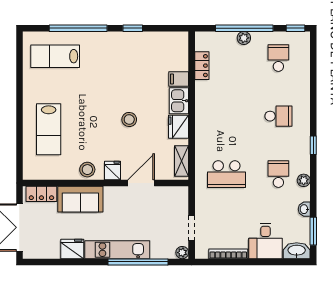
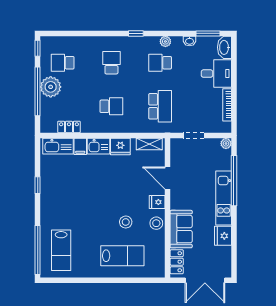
window: (78, 28) -> (38, 250), moved
plant: (244, 38) -> (51, 87), width x1.88, depth x1.88
kitchen sink: (179, 52) -> (58, 146), added
school desk: (227, 116) -> (111, 106), added
stool: (129, 119) -> (126, 222), moved
doorway: (192, 228) -> (194, 136), moved

